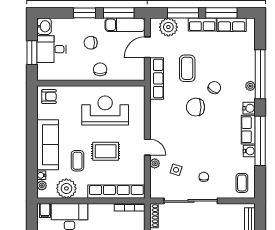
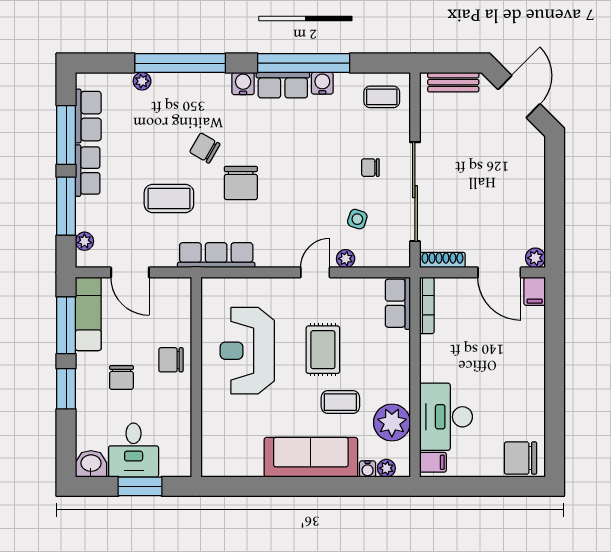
plant: (168, 27) -> (84, 241), width x0.53, depth x0.53
row of seats: (157, 78) -> (216, 255), moved
plant: (250, 86) -> (142, 81), moved
armchair: (49, 97) -> (221, 455), removed
row of seats: (116, 192) -> (398, 303), width x0.50

